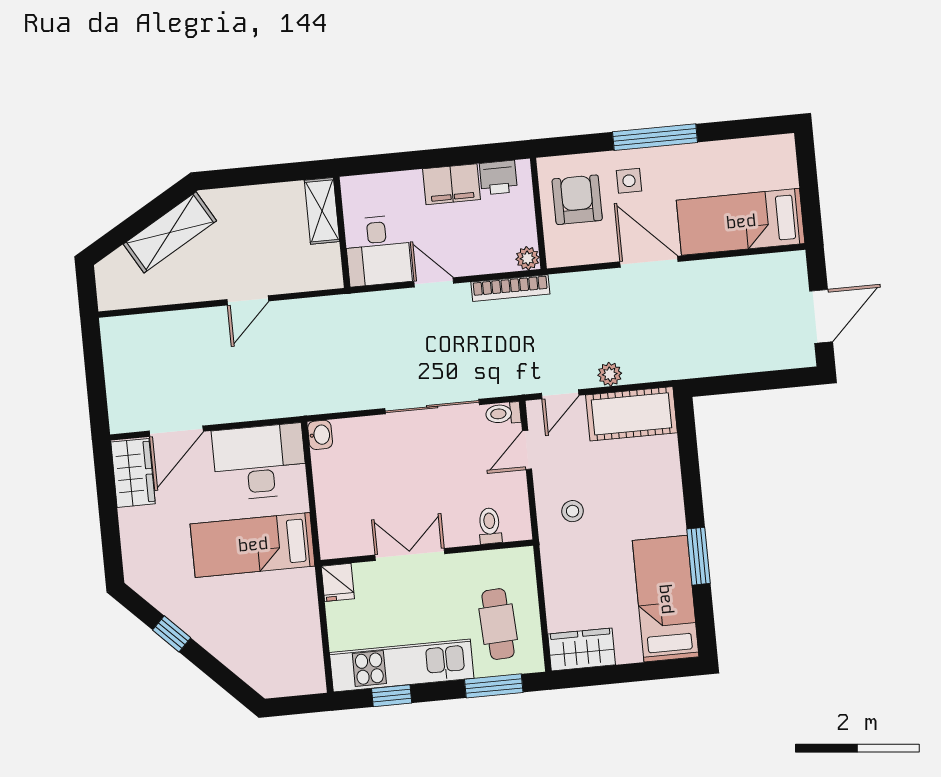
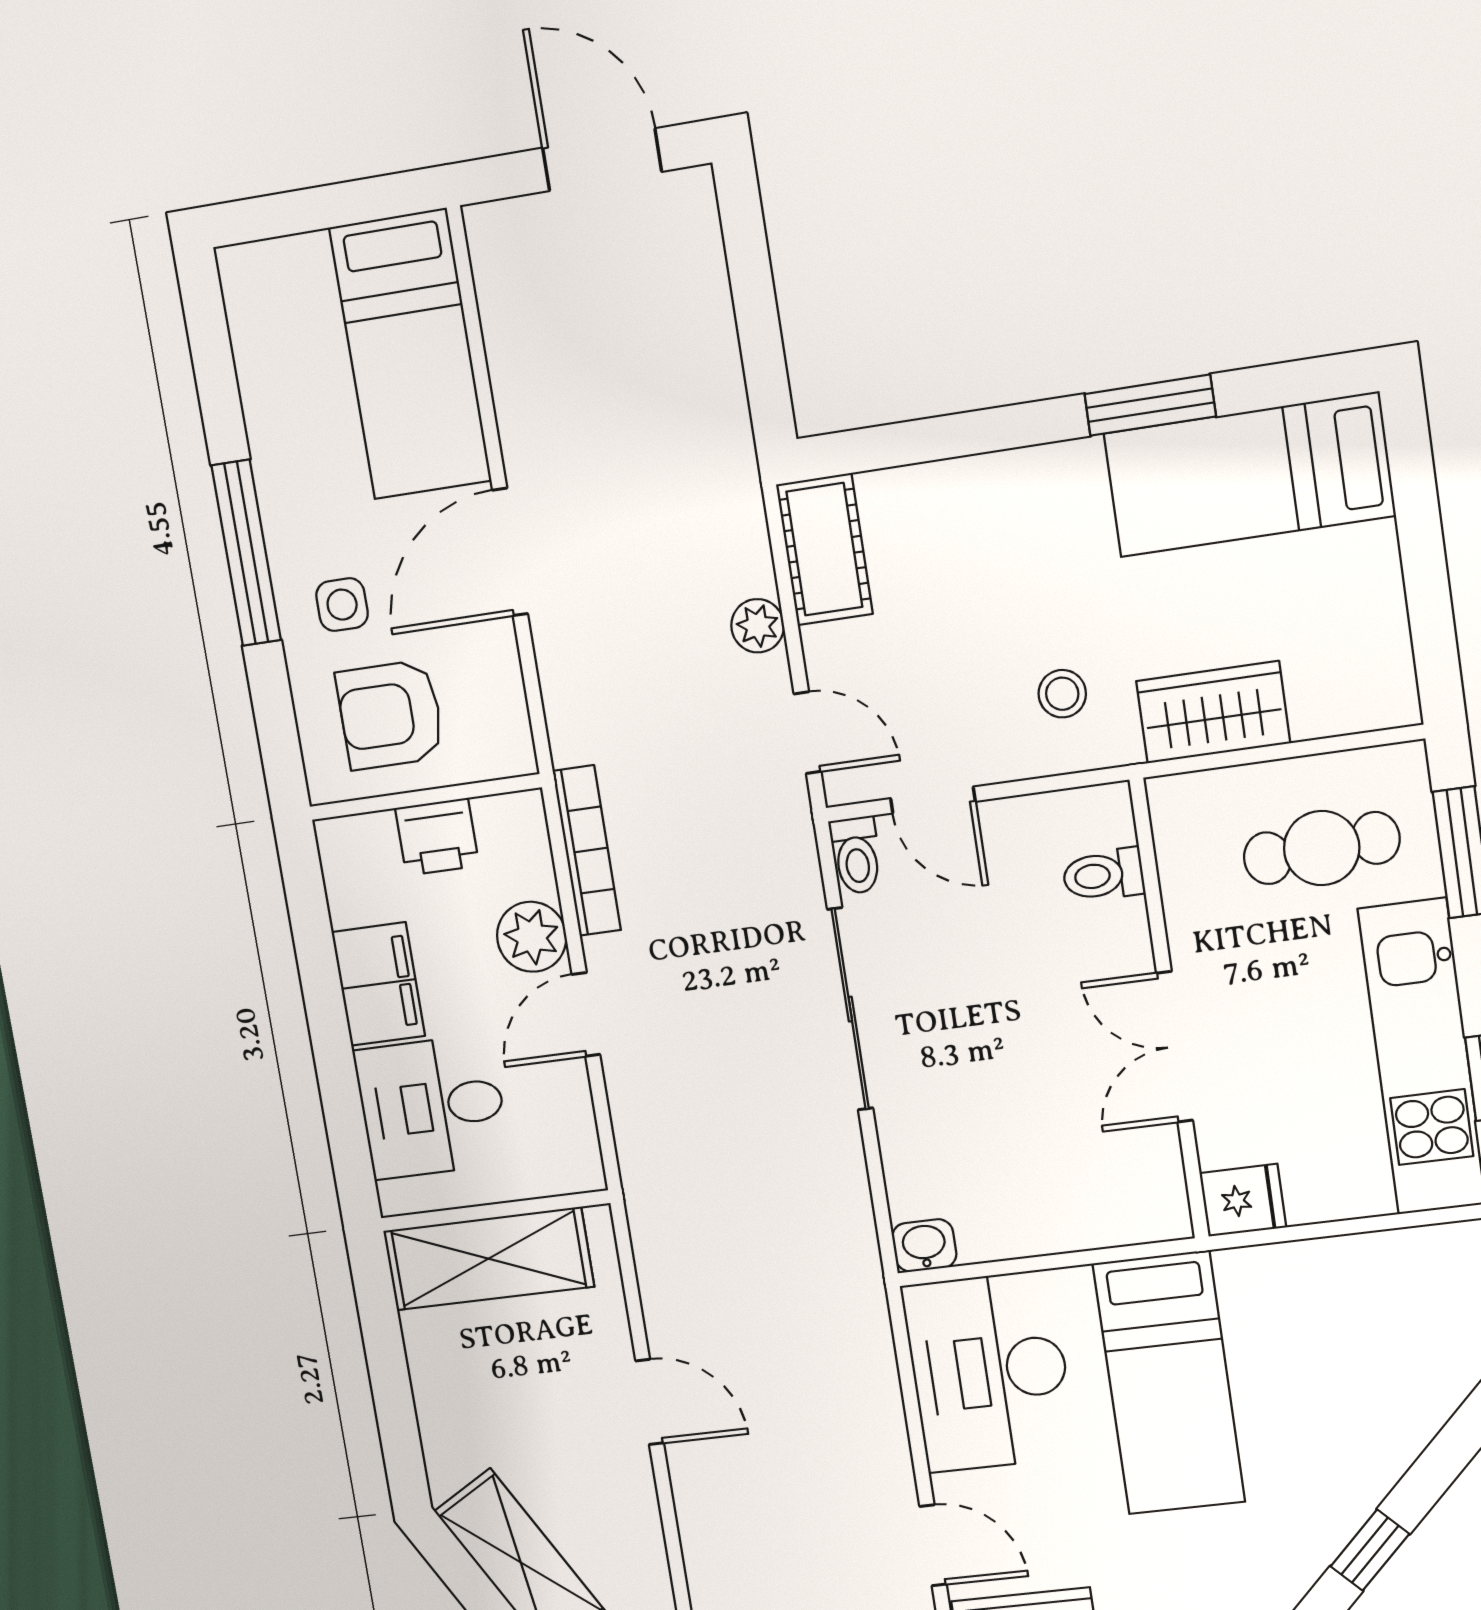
printer: (498, 178) -> (437, 837), moved, turned 90
shelving: (322, 211) -> (488, 1259), width x1.50, depth x1.33
desk: (378, 251) -> (432, 1107), moved, turned 180
plant: (528, 258) -> (532, 937), moved, width x1.38, depth x1.38
cot: (631, 414) -> (824, 549), width x0.73, depth x0.75
door: (176, 431) -> (933, 1545), width x0.73
wardrobe: (582, 649) -> (1213, 712), moved, turned 90

